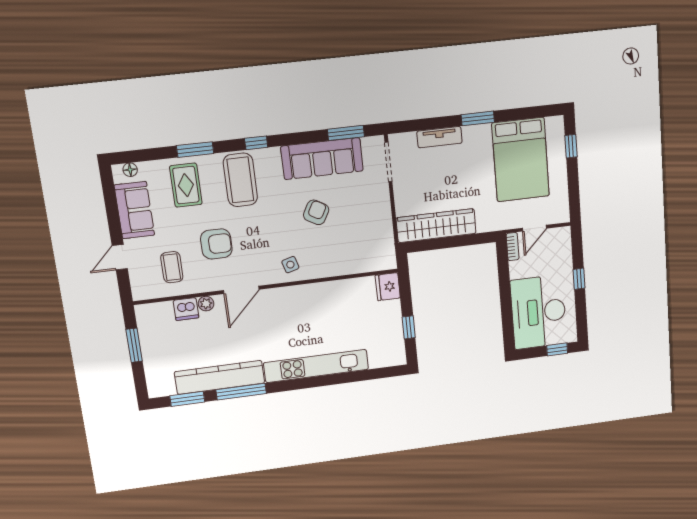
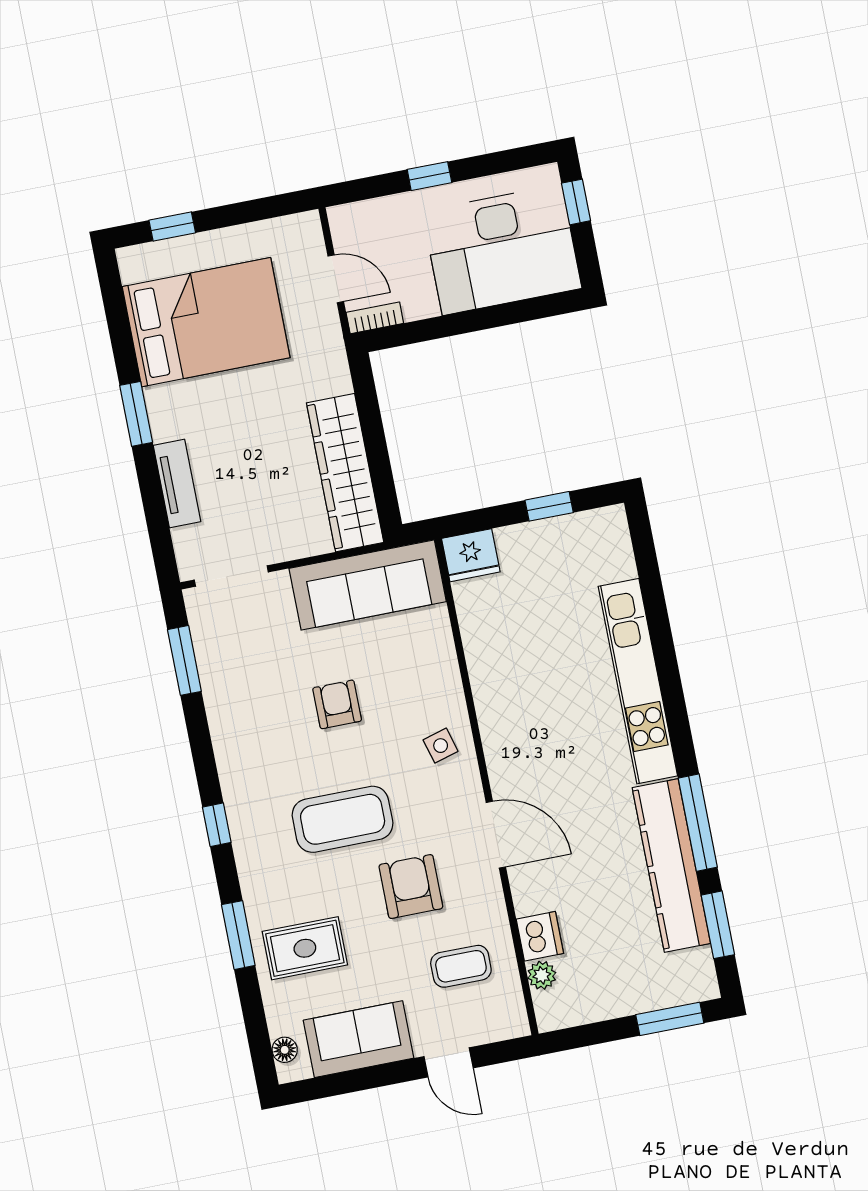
sofa: (322, 159) -> (368, 585), moved, turned 90
coffee table: (240, 180) -> (343, 819), moved
armchair: (316, 212) -> (337, 704), turned 61
plant: (206, 304) -> (542, 975), moved
window: (134, 345) -> (670, 1019), moved

